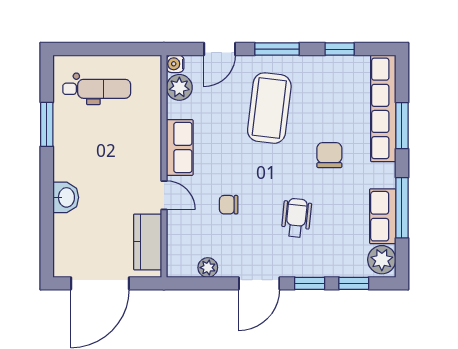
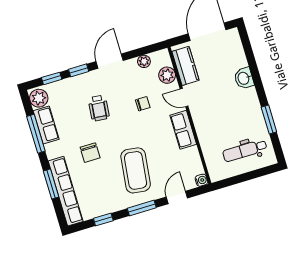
plant: (179, 87) -> (167, 75), moved

